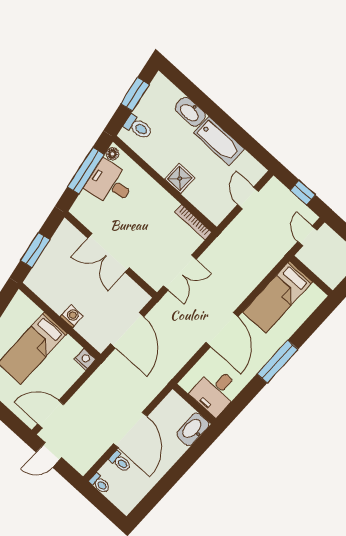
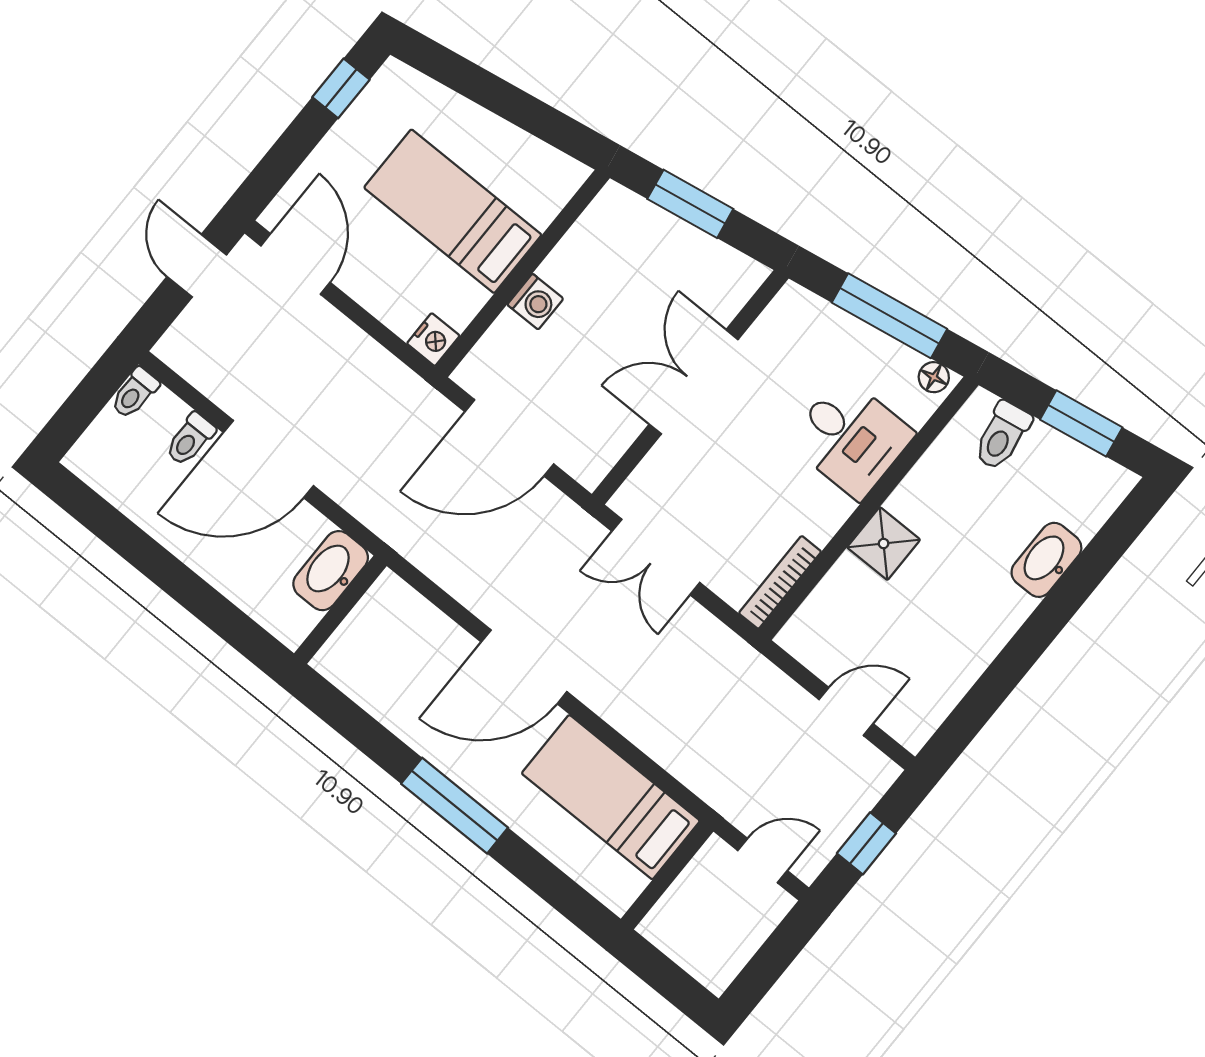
bathtub: (219, 141) -> (980, 633), removed
desk: (110, 184) -> (851, 438), moved, turned 100
desk: (215, 391) -> (374, 660), removed
washbasin: (193, 429) -> (331, 571), moved, turned -90

